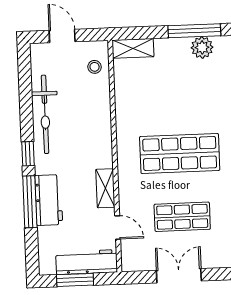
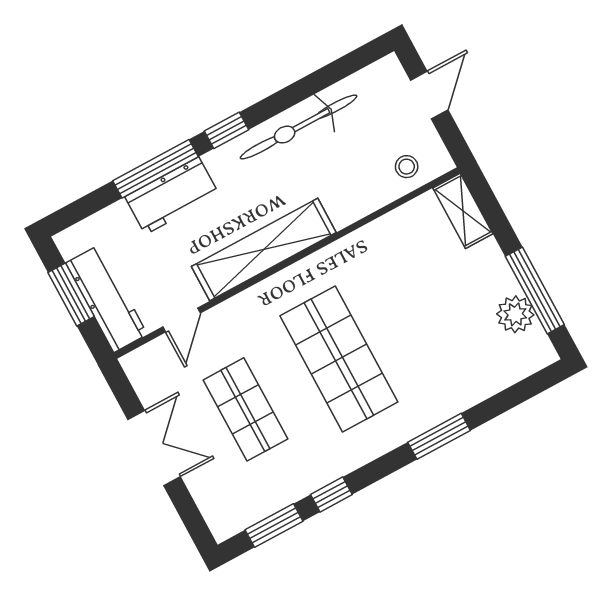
shelving: (105, 188) -> (264, 250), width x2.20, depth x1.33

